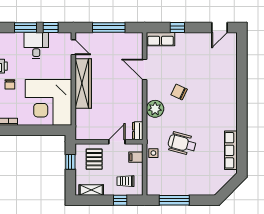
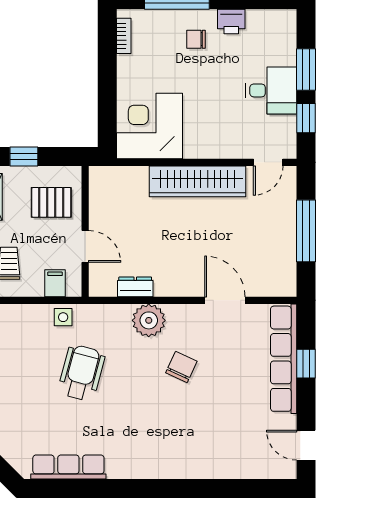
row of seats: (161, 39) -> (284, 359), width x2.02
door: (145, 70) -> (225, 300), hinge flipped
corner desk: (49, 102) -> (149, 126), width x0.74, depth x0.74
dresser: (138, 131) -> (135, 287), moved
window: (70, 162) -> (24, 156), moved

